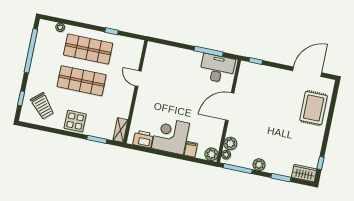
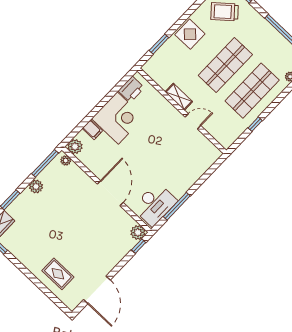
rug: (314, 108) -> (58, 274), width x0.73, depth x0.70
shelving: (120, 130) -> (179, 97), moved
plant: (230, 144) -> (138, 233), moved

